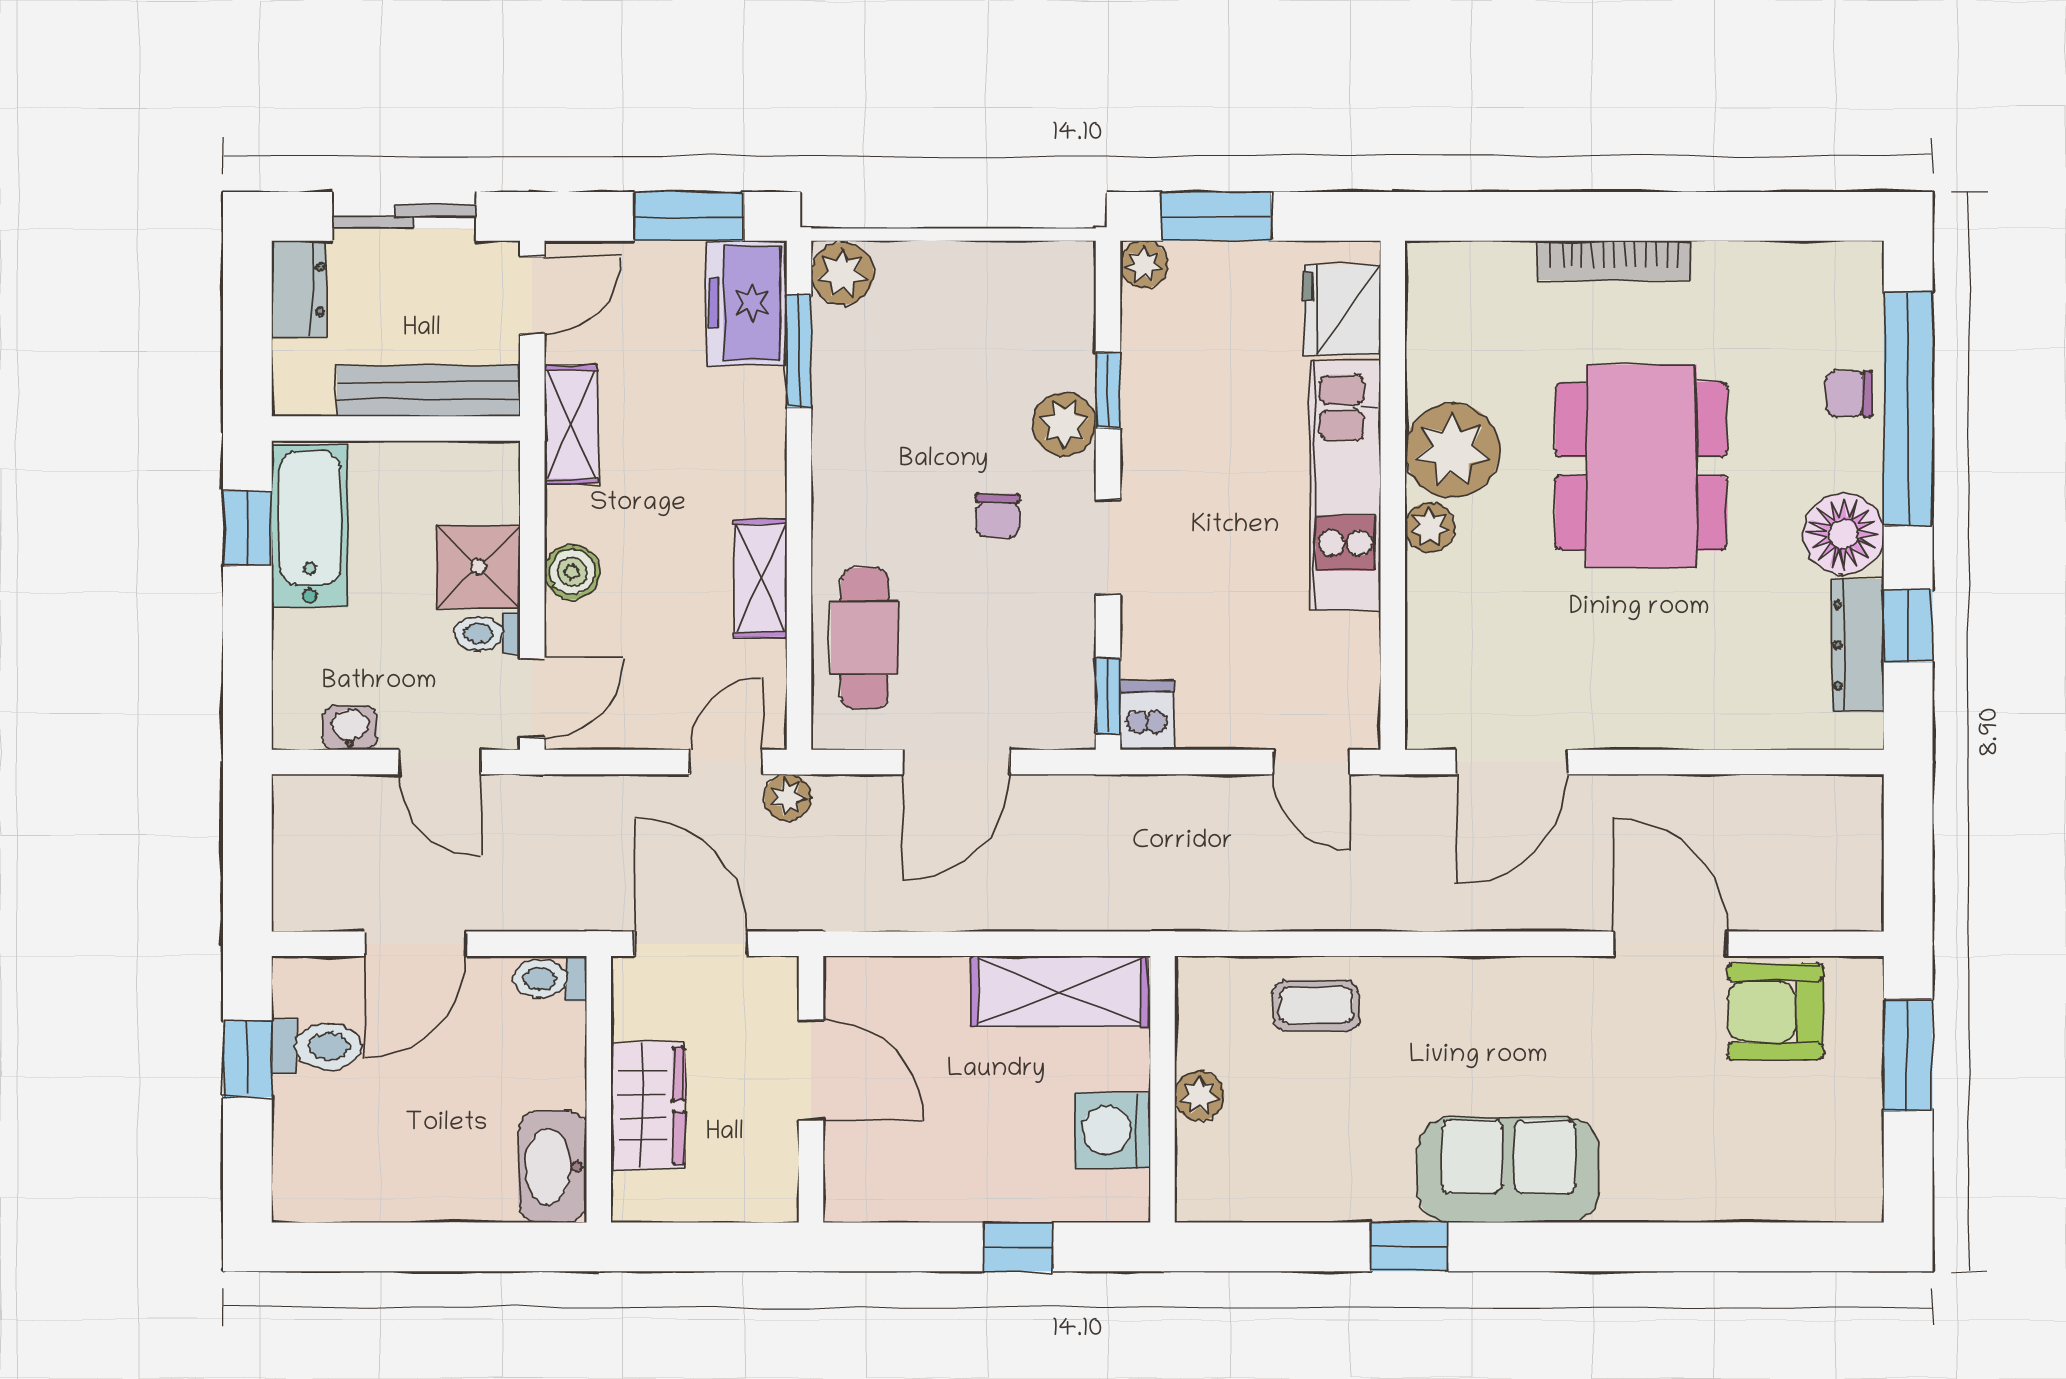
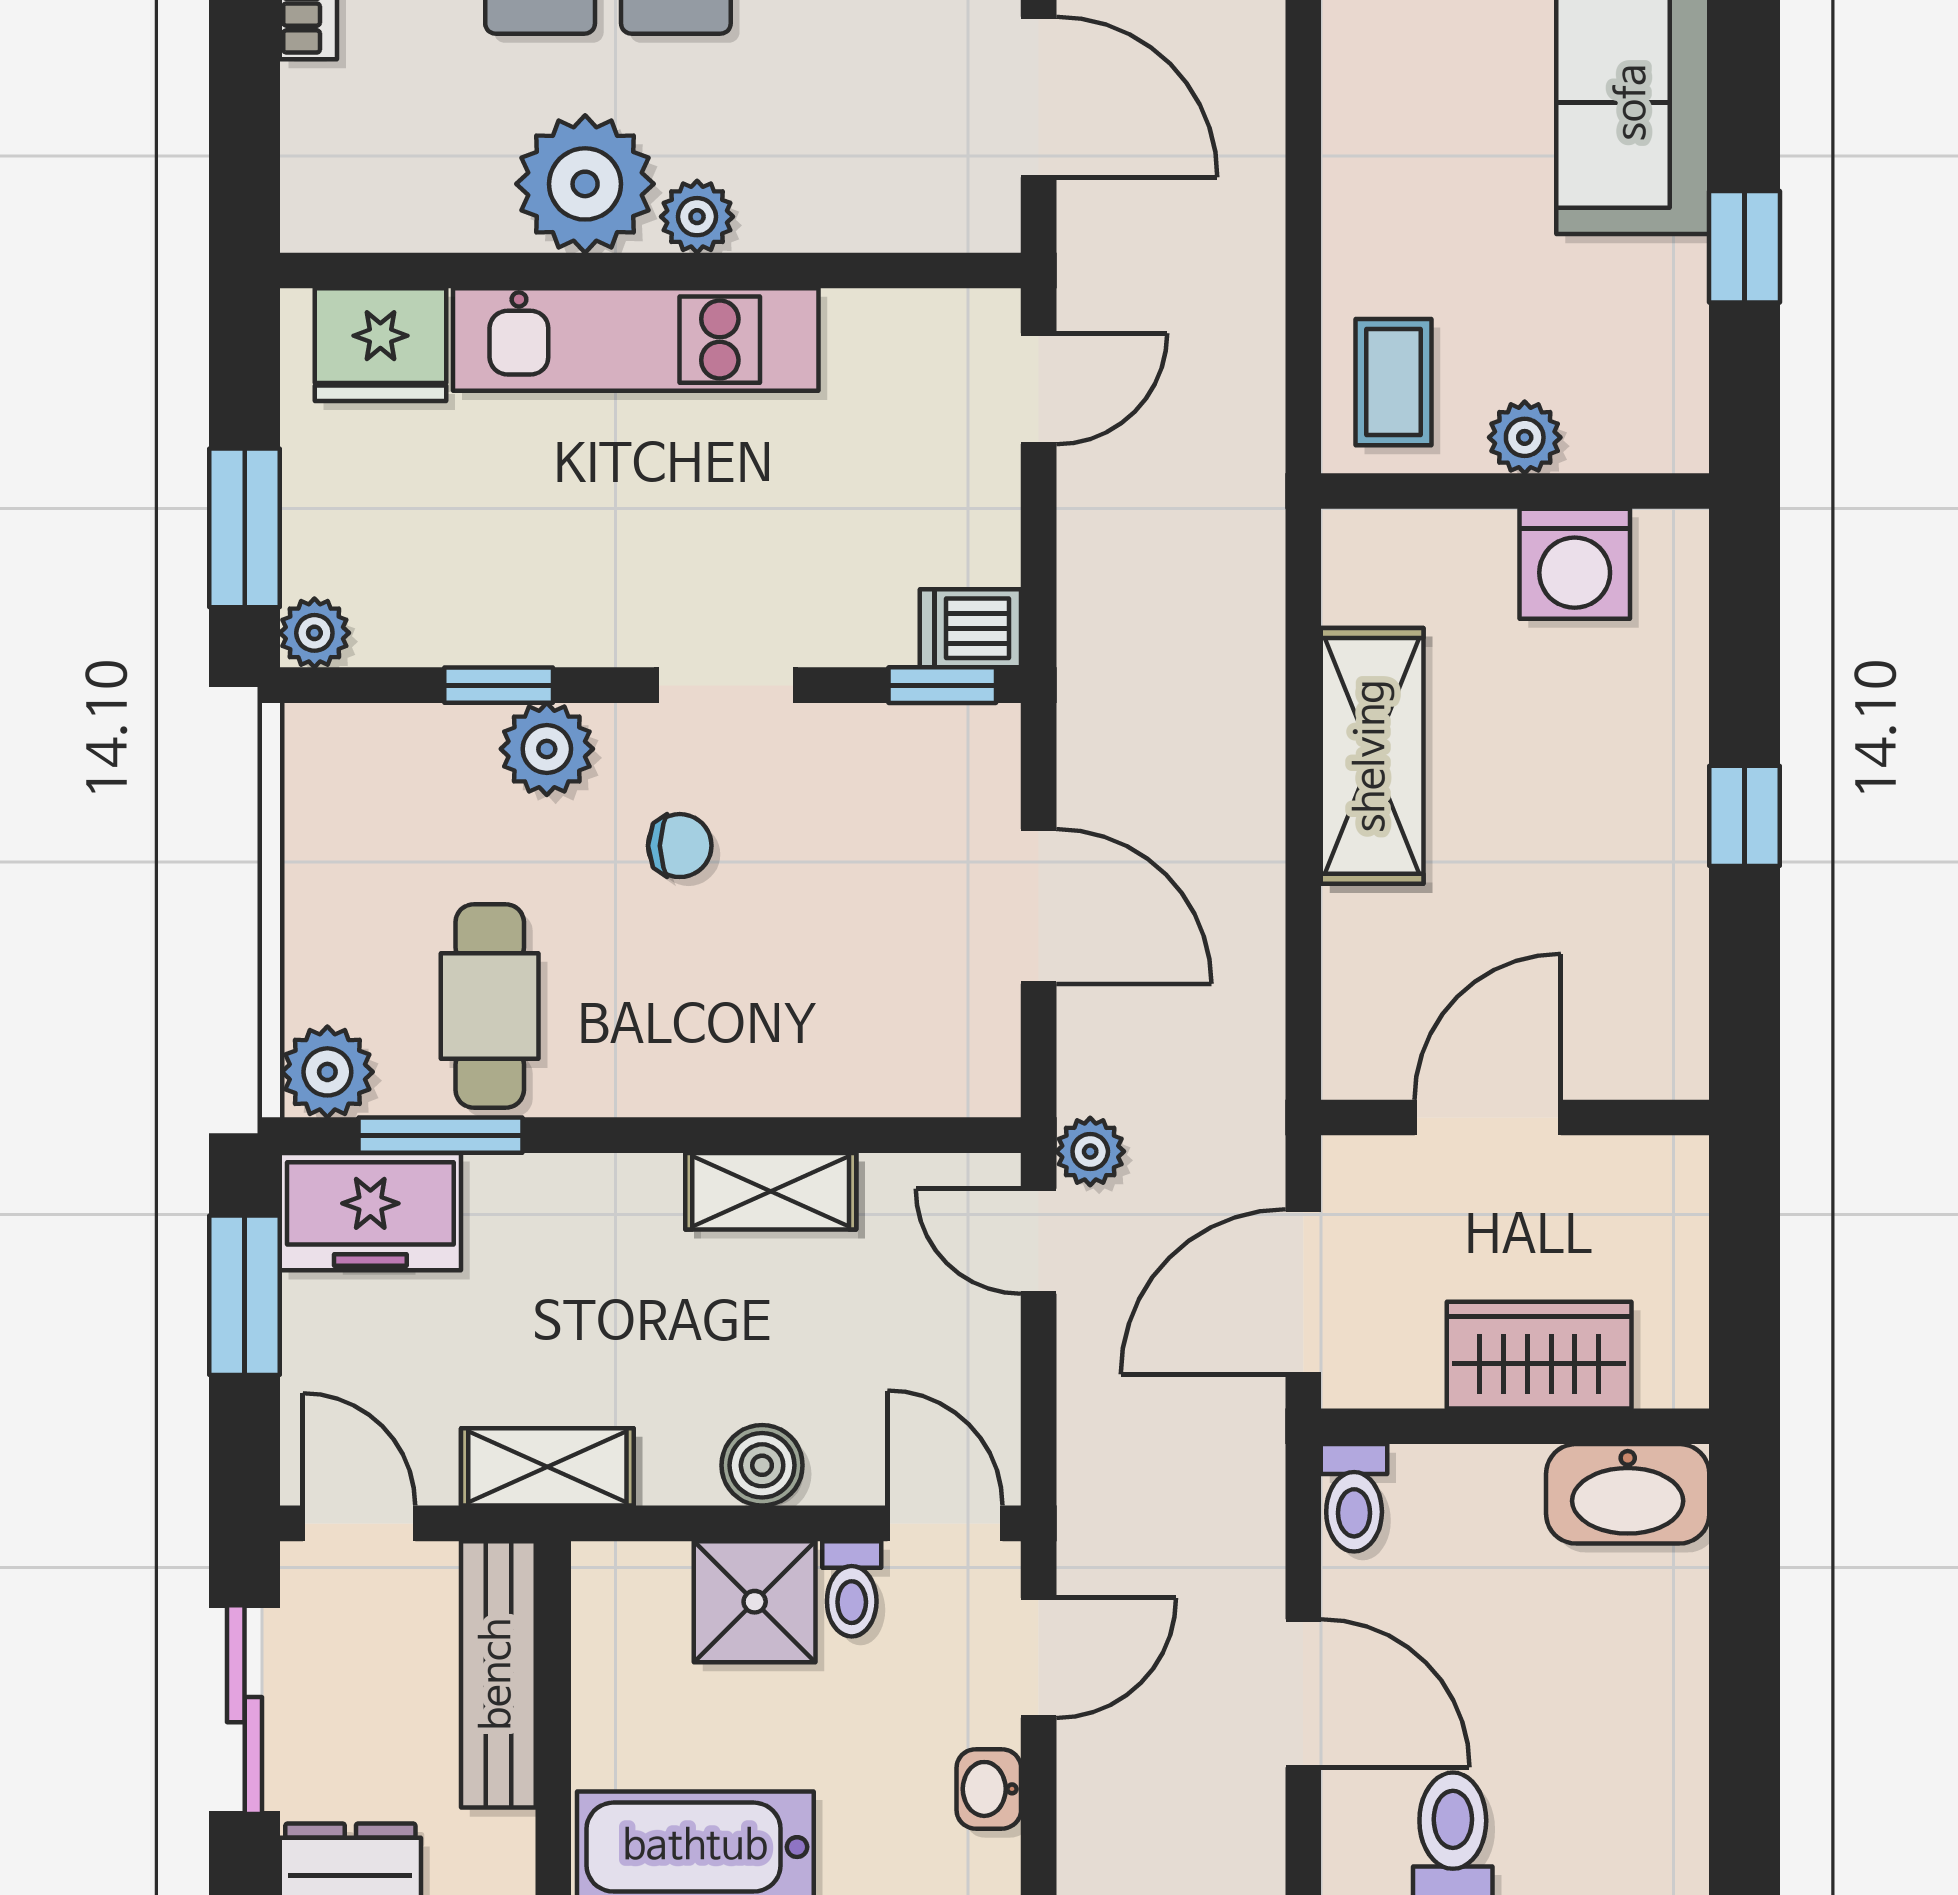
cafe table: (865, 638) -> (490, 1006), moved, turned 90
wall: (1163, 1089) -> (1515, 491), moved
plant: (1199, 1096) -> (1525, 437), moved
washing machine: (1113, 1130) -> (1575, 564), moved

